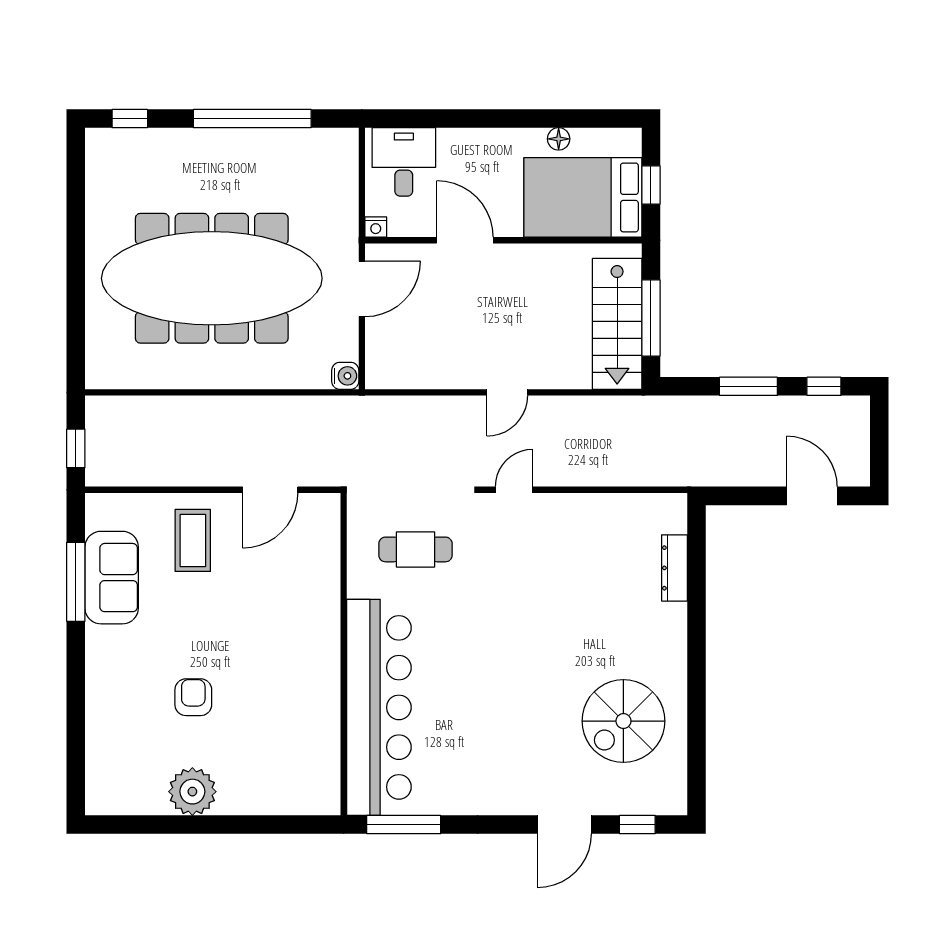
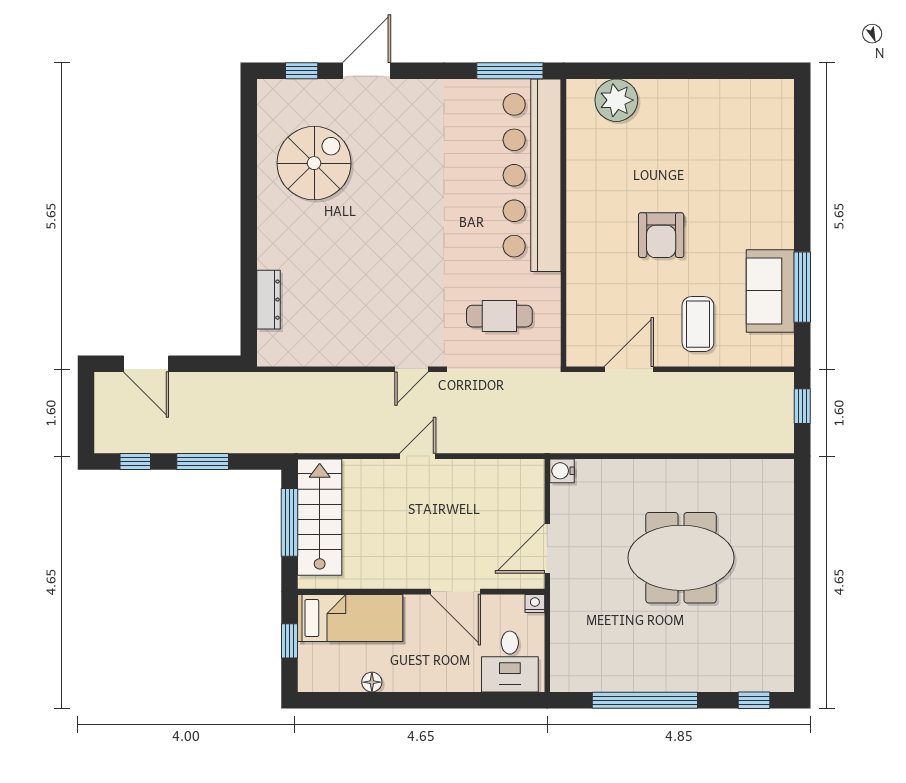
bed: (583, 197) -> (350, 618), width x0.67
meeting table: (212, 278) -> (681, 558), width x0.54, depth x0.79
armchair: (193, 697) -> (661, 235), moved, width x1.38, depth x1.38
plant: (192, 792) -> (616, 100), moved

